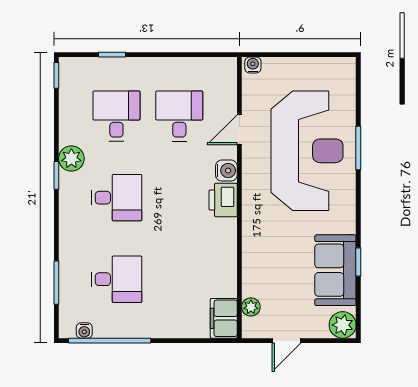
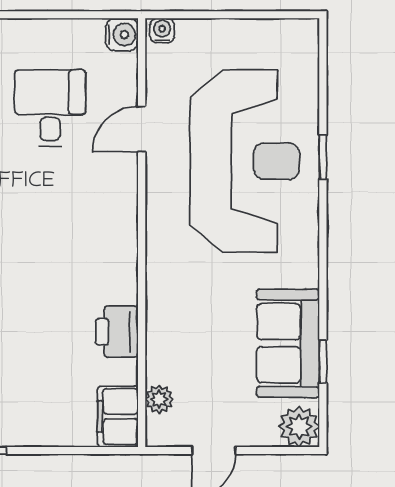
window: (358, 148) -> (323, 157), width x0.67
water cooler: (226, 171) -> (122, 35), moved
printer: (223, 200) -> (117, 332), moved
window: (358, 262) -> (323, 361), moved

